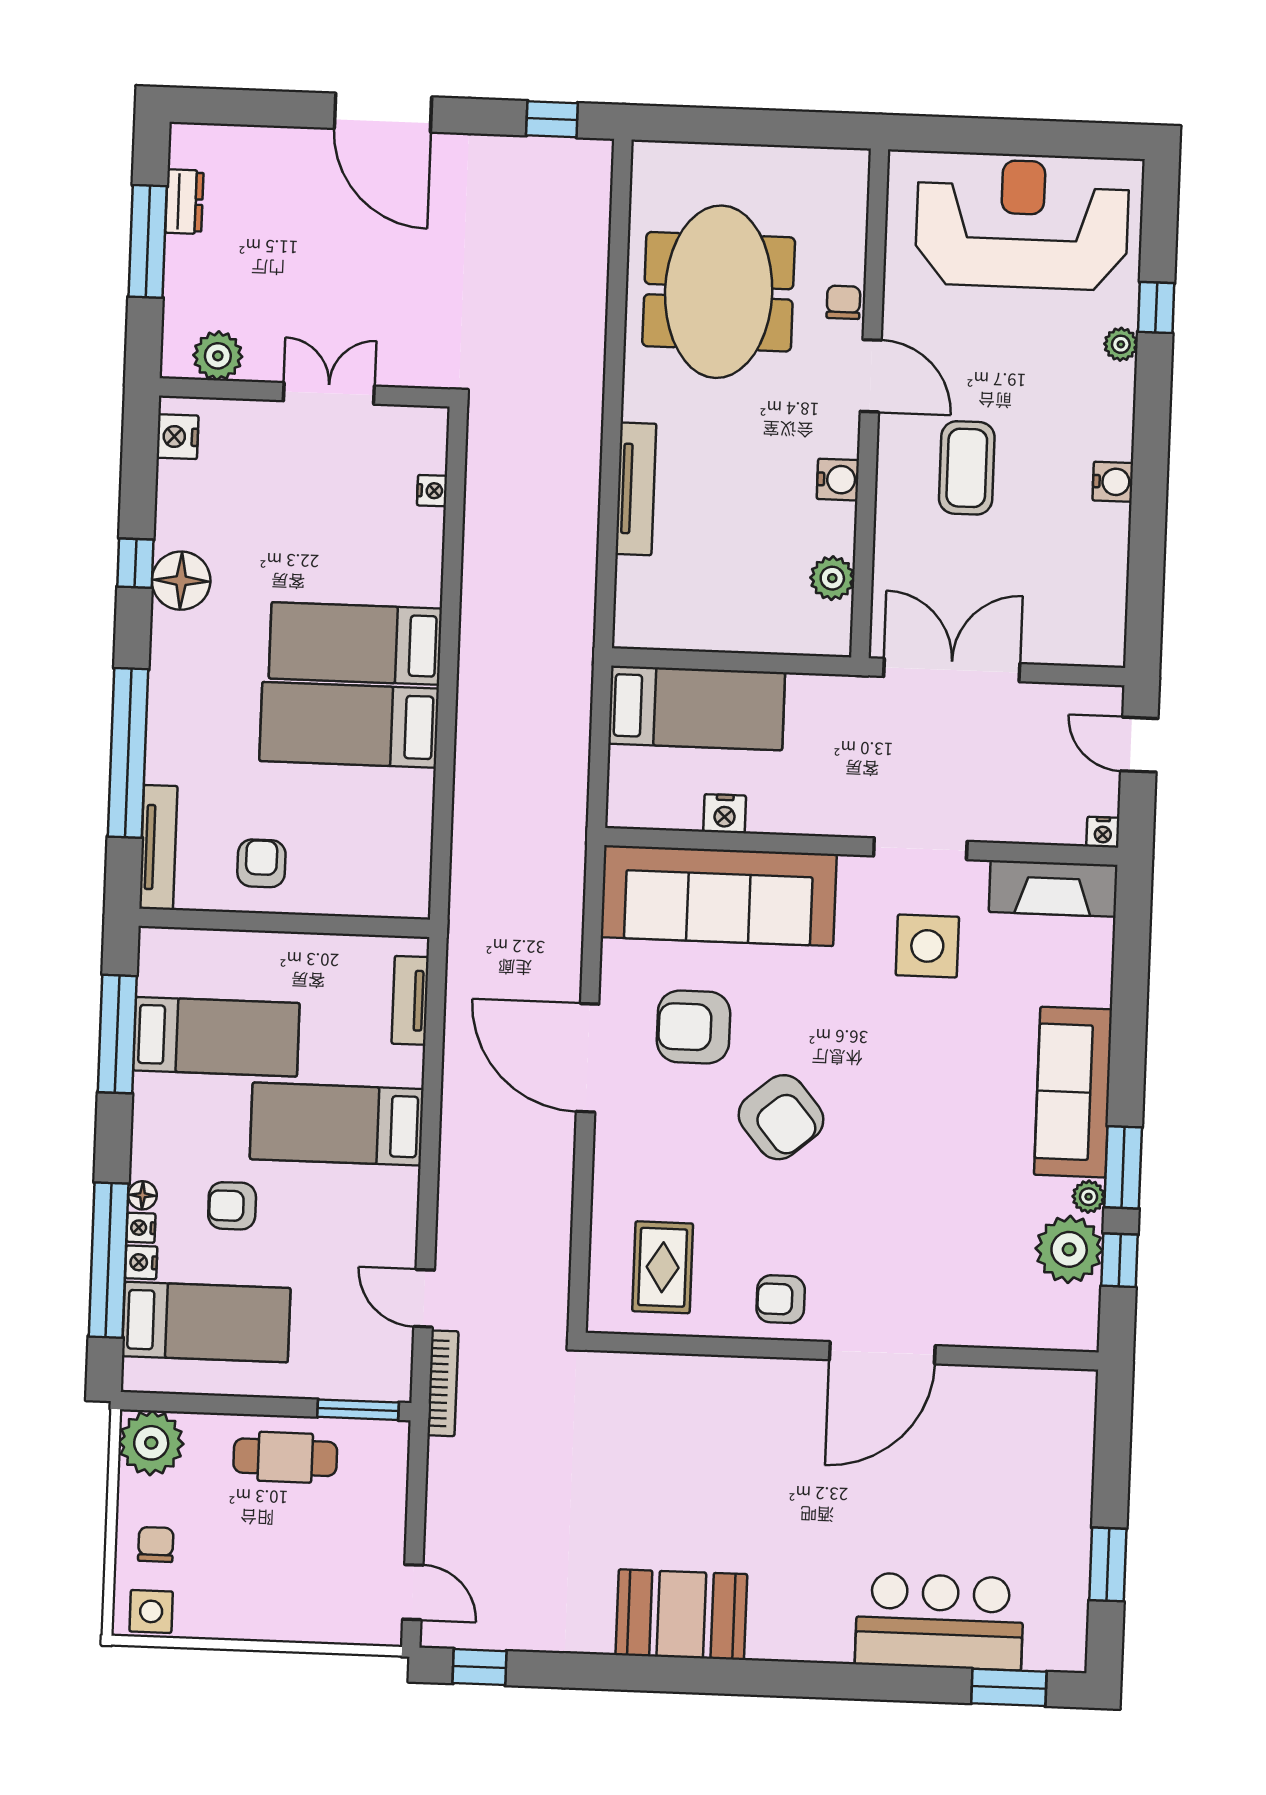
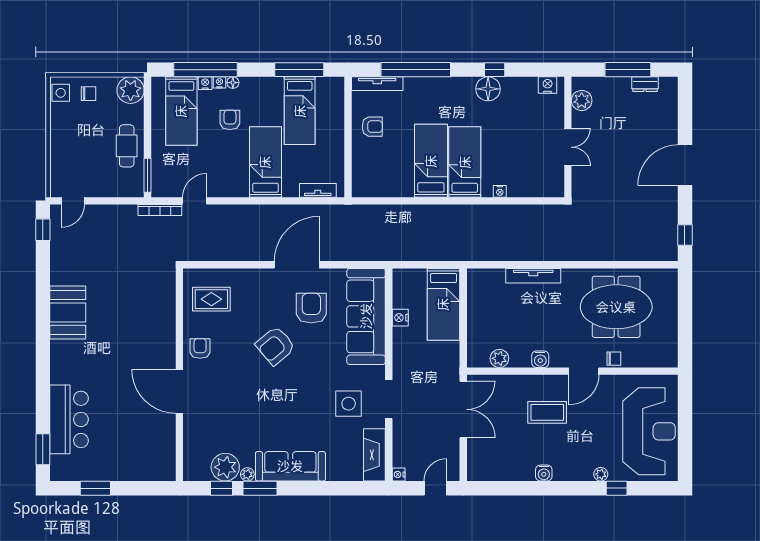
nightstand: (432, 491) -> (500, 191), moved

